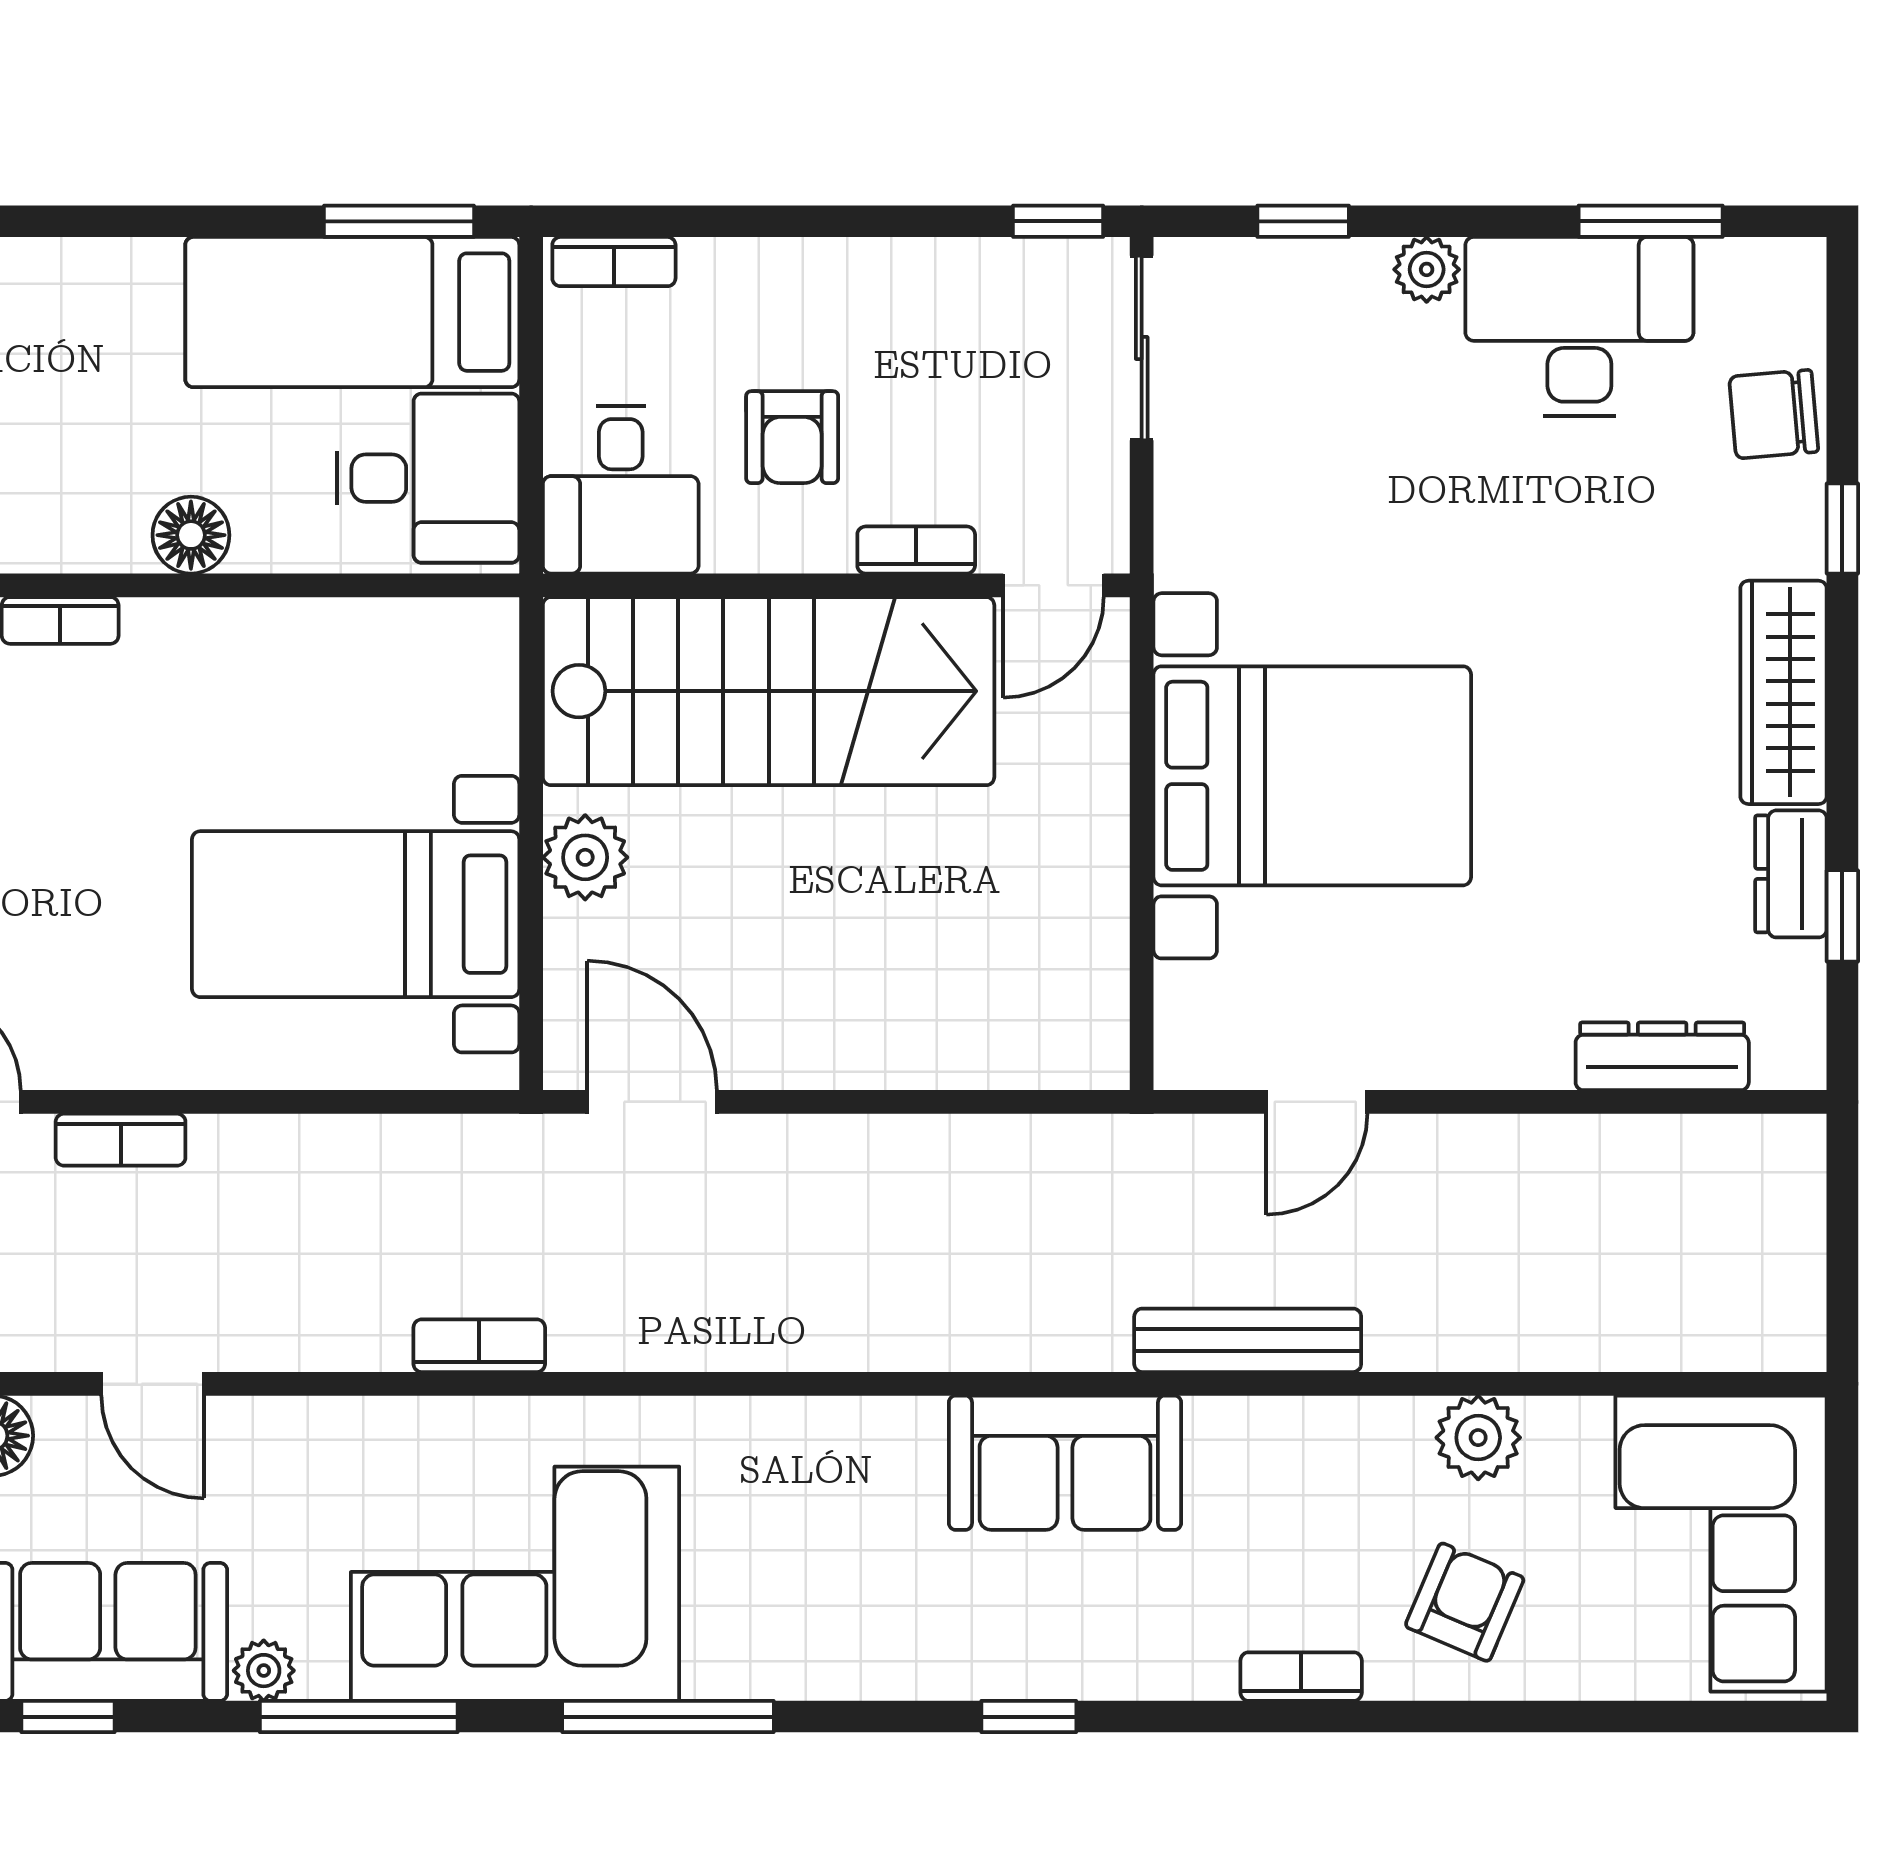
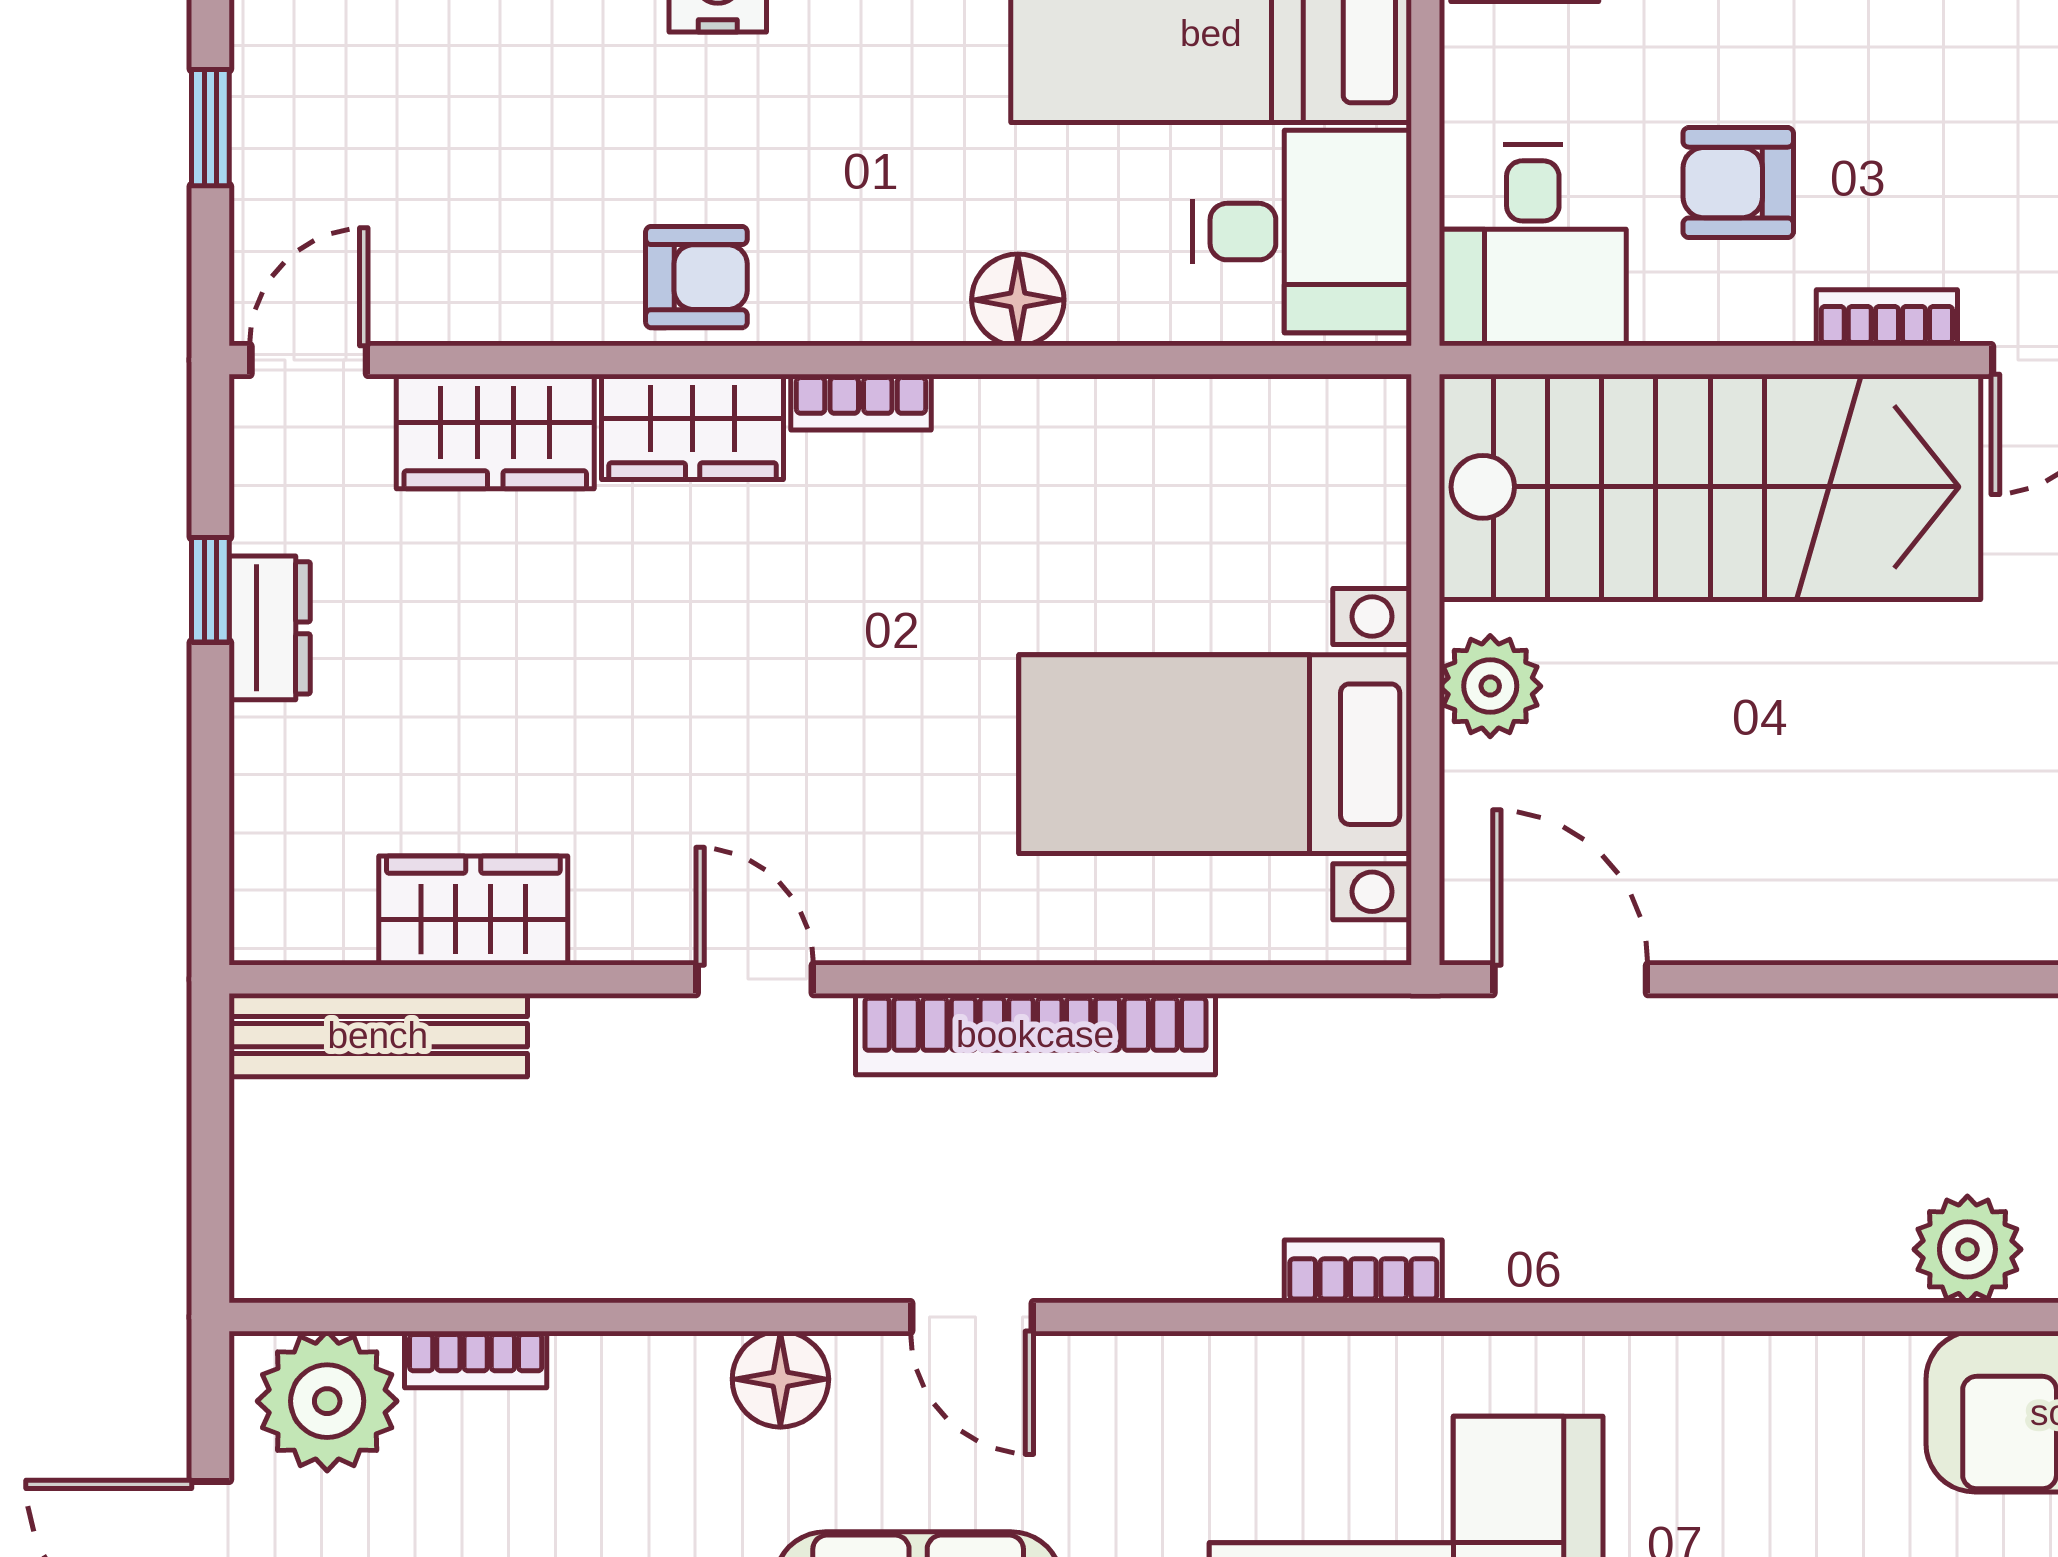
armchair: (792, 437) -> (1738, 183), turned 90
bookcase: (121, 1140) -> (1035, 1034), width x2.31, depth x1.31
plant: (983, 1327) -> (1967, 1249), added

